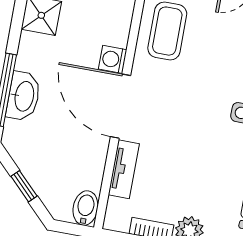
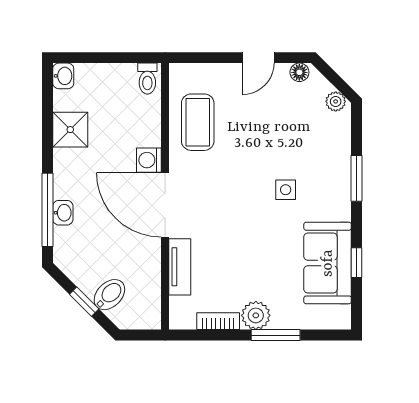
washbasin: (23, 96) -> (63, 213), width x0.52, depth x0.69
bidet: (85, 208) -> (109, 295), moved, turned 45

